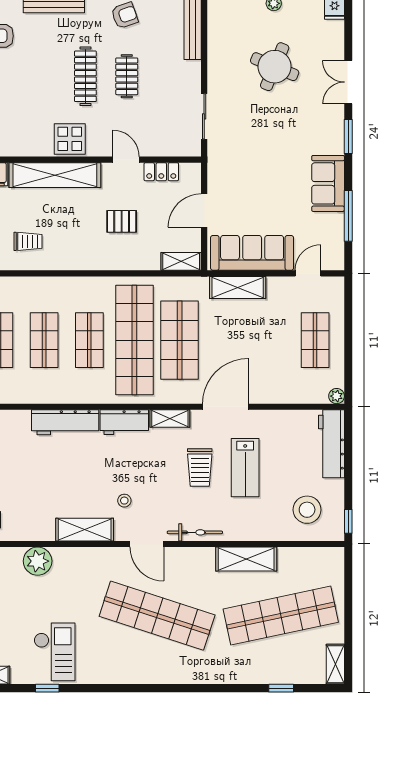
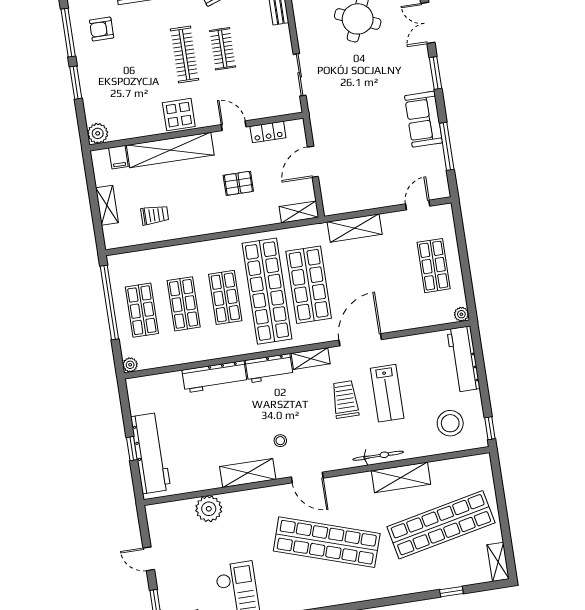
sofa: (252, 253) -> (363, 194), removed
trolley: (200, 467) -> (345, 399), turned 180
bicycle: (195, 532) -> (378, 456), moved

